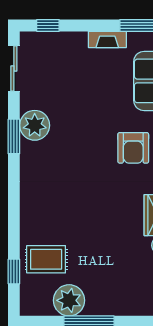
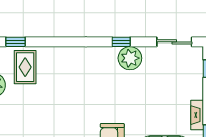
window: (14, 136) -> (121, 42), width x0.67

